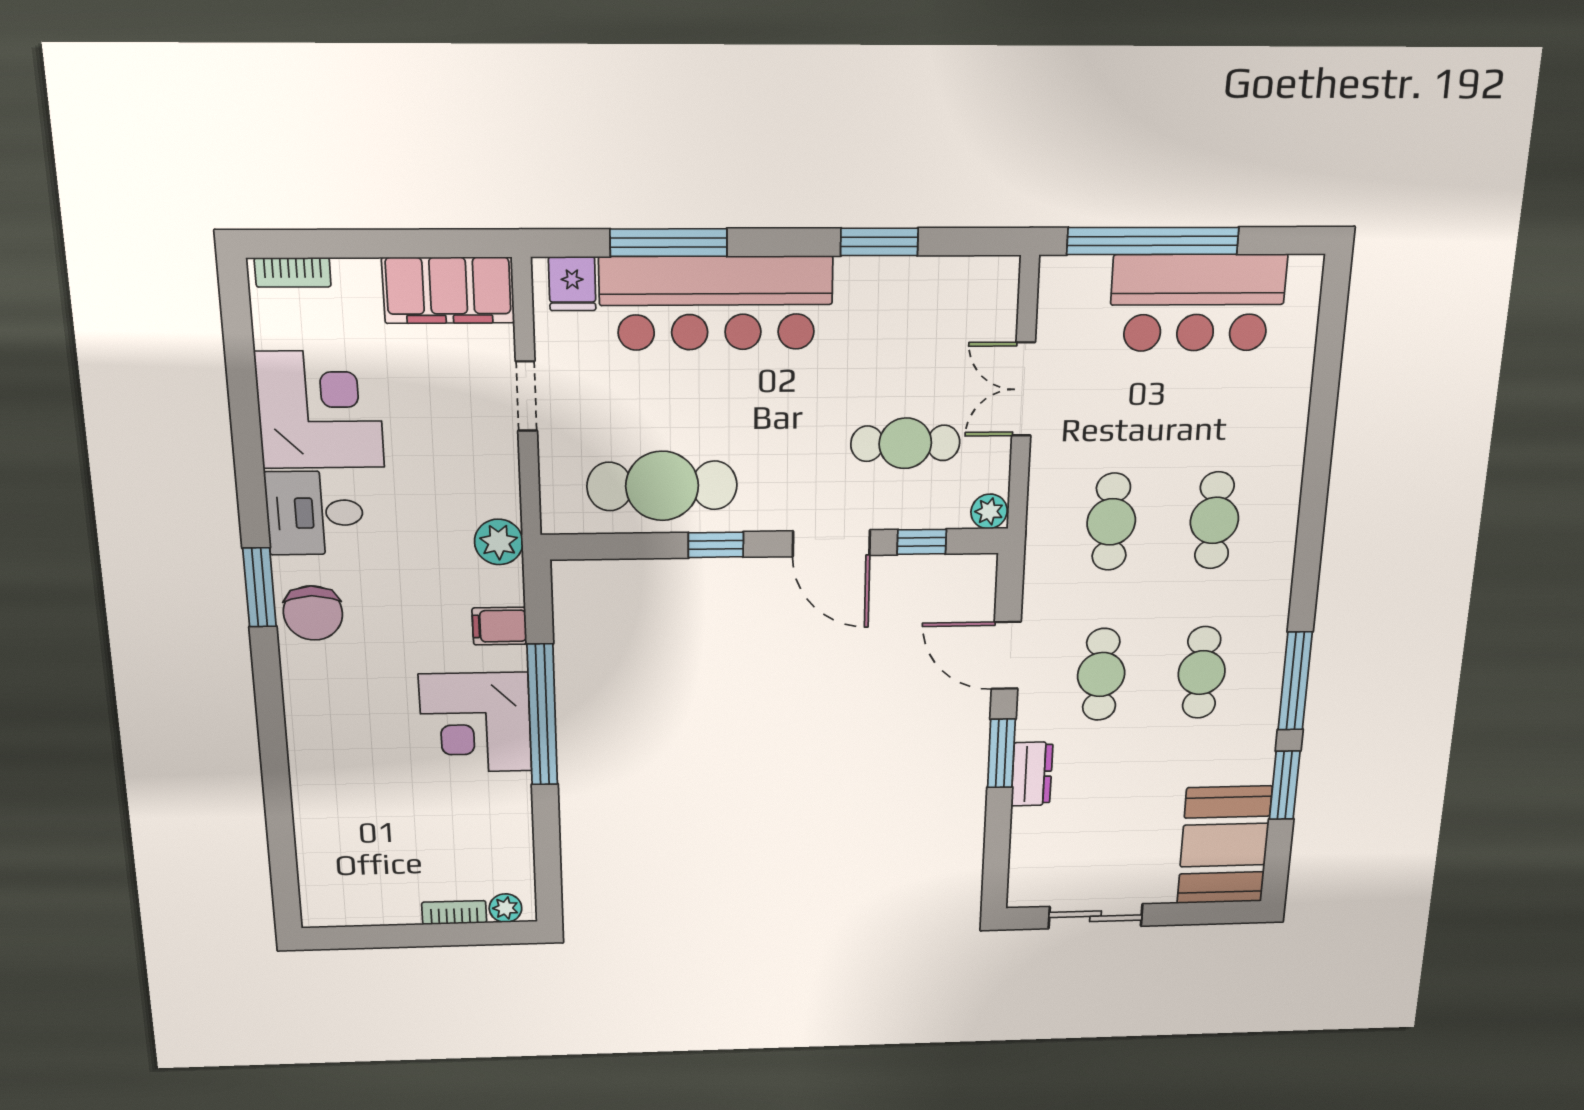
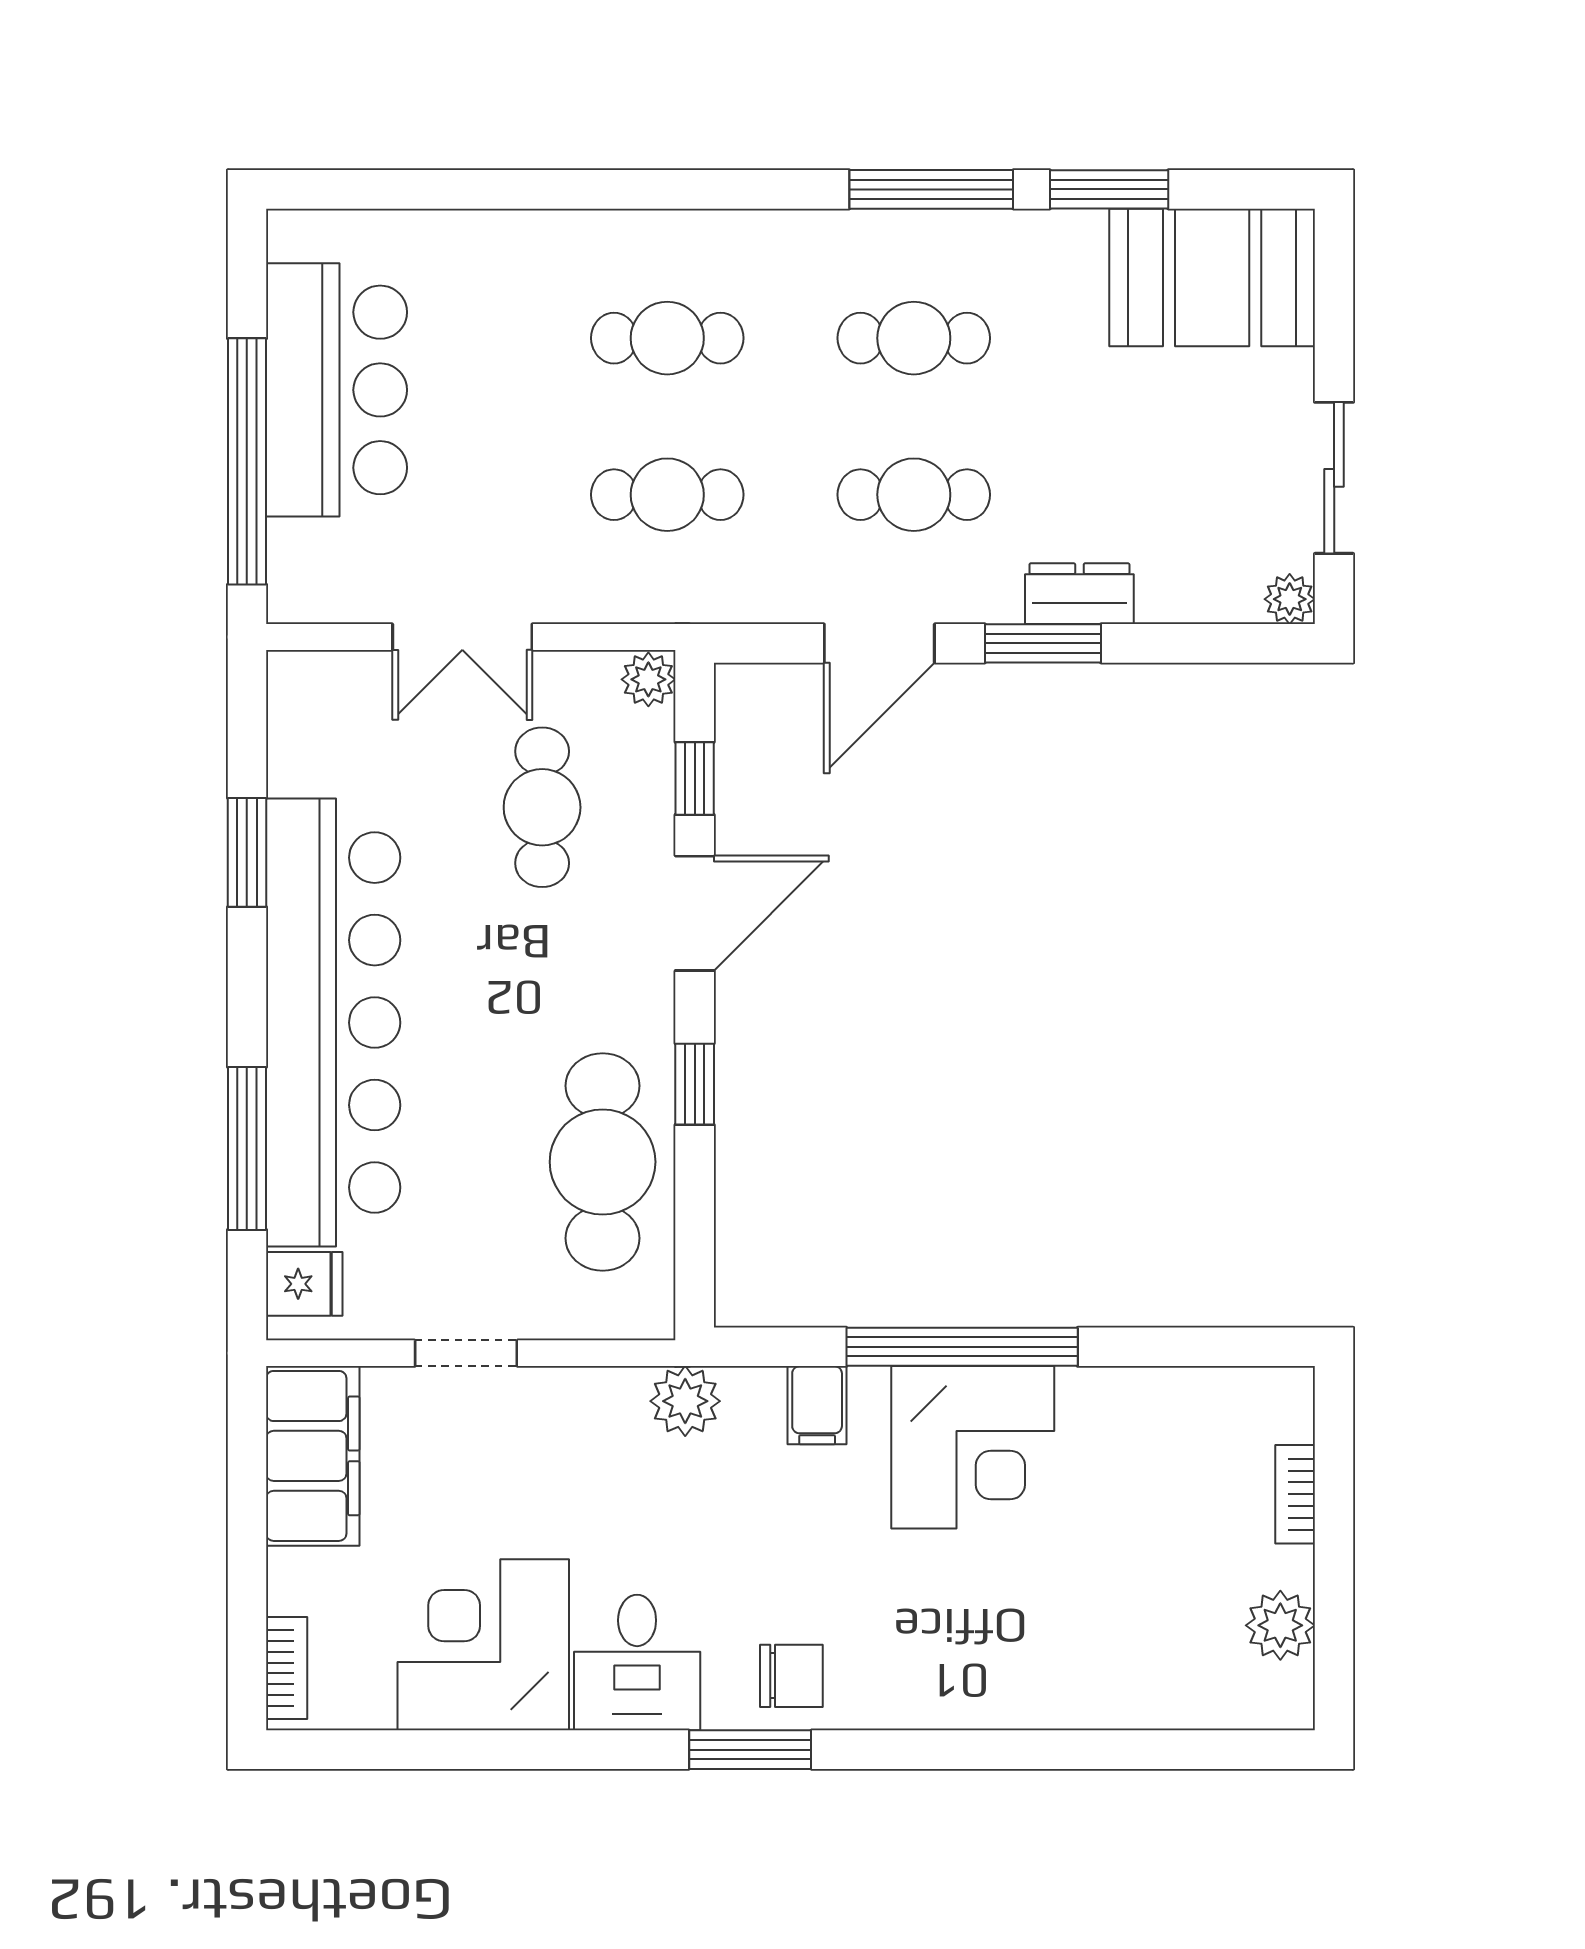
bar counter: (716, 303) -> (333, 1023), width x1.36
chair: (313, 613) -> (791, 1676), width x0.73, depth x0.73
plant: (1022, 894) -> (1290, 599), added
plant: (505, 908) -> (1280, 1625), moved, width x1.38, depth x1.38

